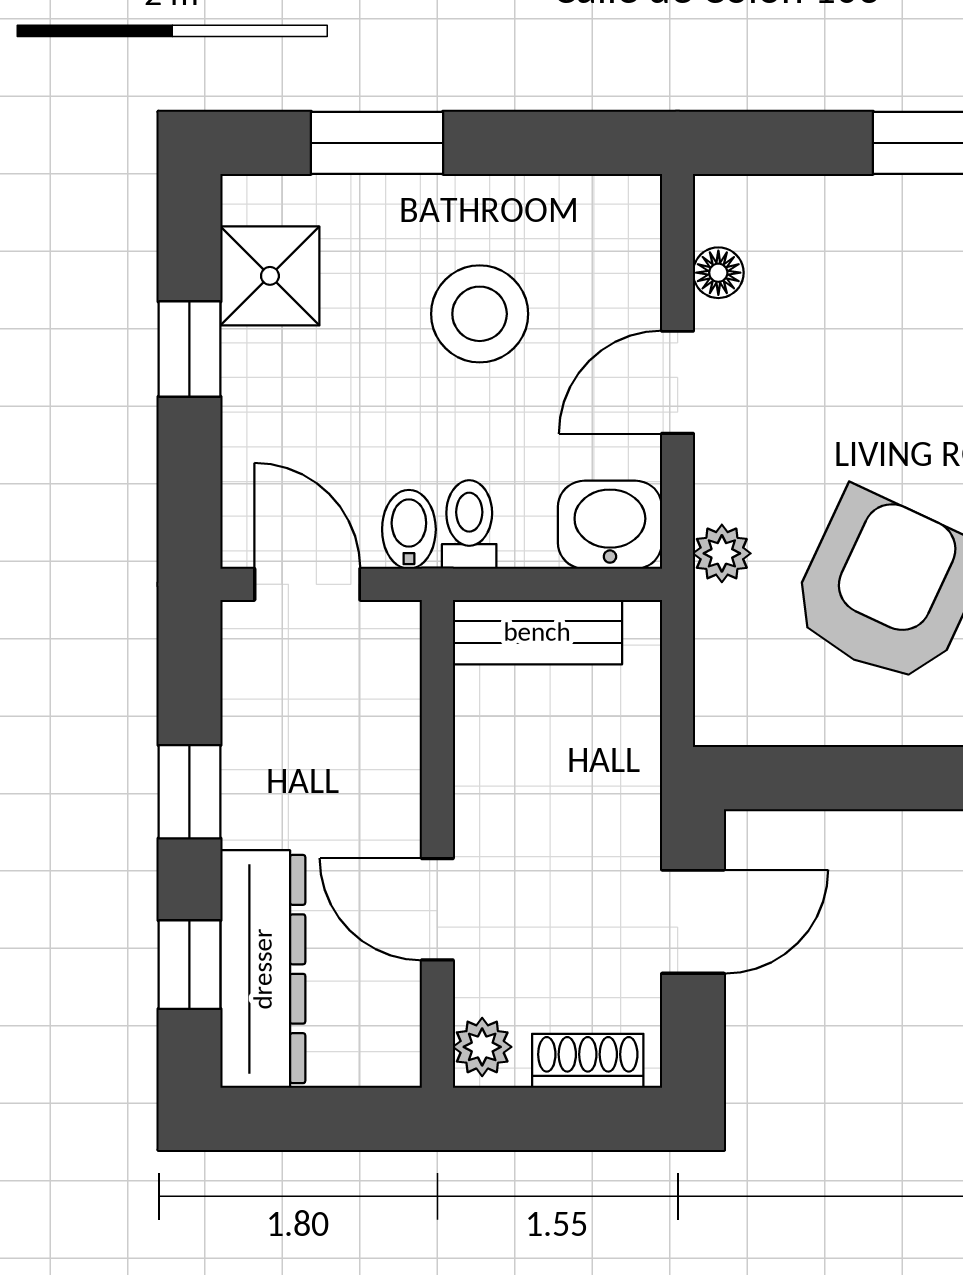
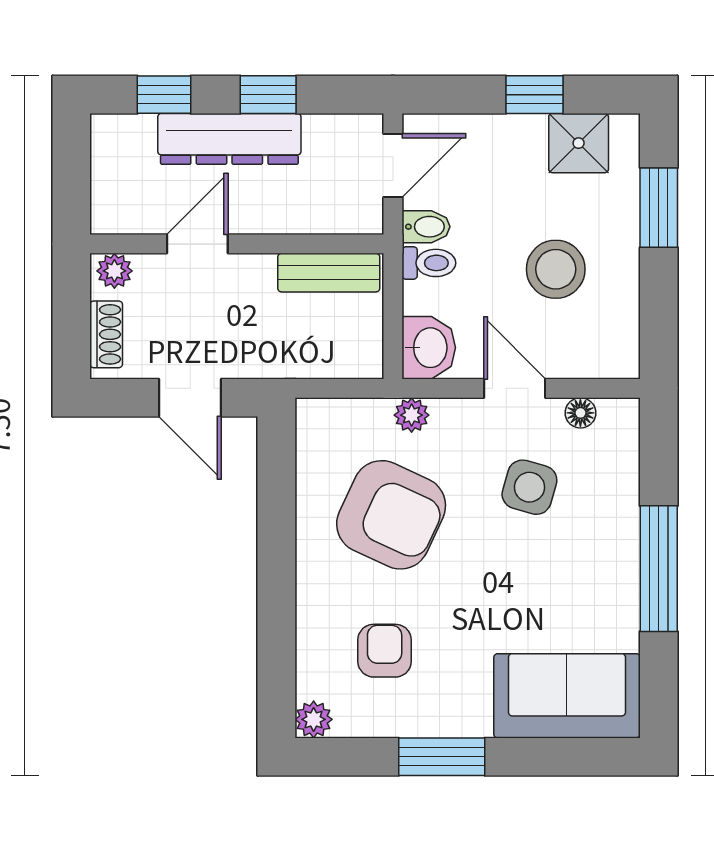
side table: (842, 357) -> (529, 487), added
bench: (537, 632) -> (329, 273), moved, turned 90
dresser: (263, 969) -> (229, 139), moved

